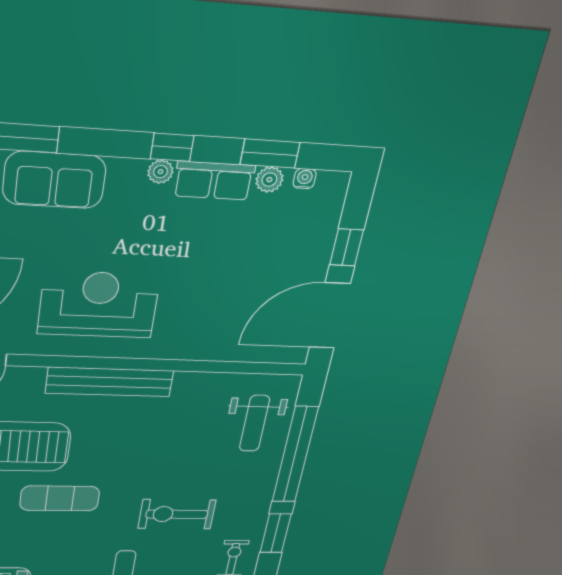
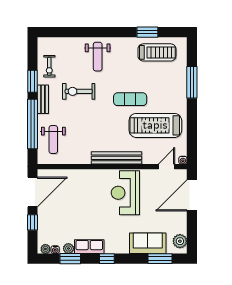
plant: (160, 172) -> (45, 249), moved
reception desk: (99, 305) -> (125, 193), turned 90
weight bench: (254, 423) -> (53, 140), turned 180
bench: (260, 501) -> (43, 99), added
exercise bike: (177, 514) -> (79, 91), turned 180

